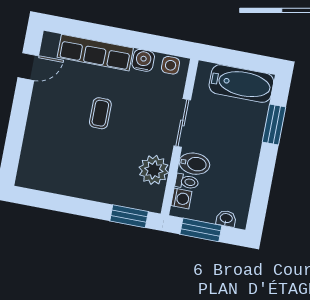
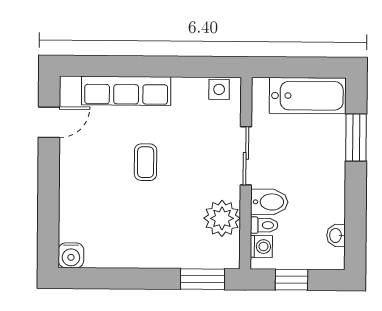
water cooler: (143, 60) -> (71, 255), moved, turned 180
washbasin: (226, 219) -> (336, 235), moved, turned -90
window: (201, 230) -> (291, 280), width x0.67

